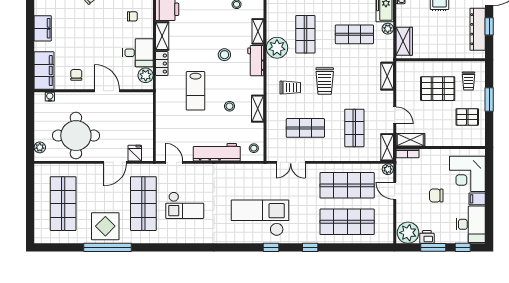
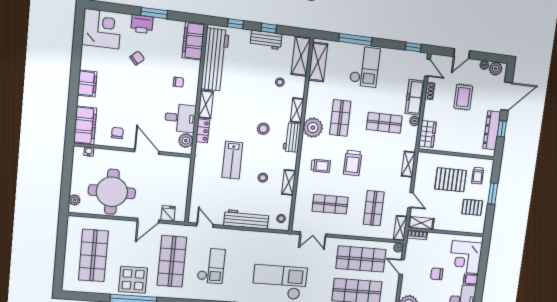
checkout: (185, 205) -> (211, 266), turned -90

